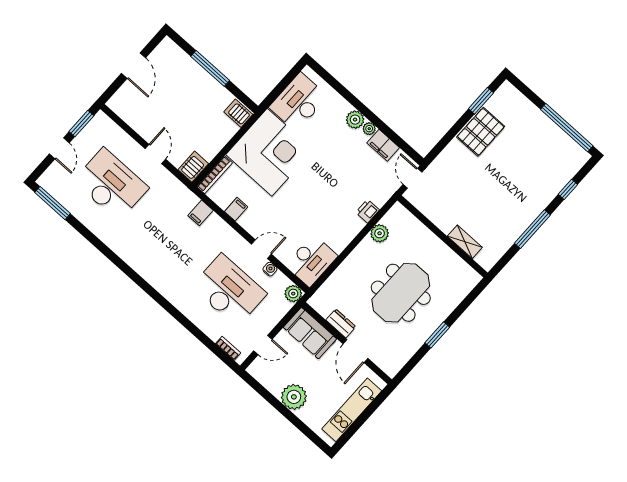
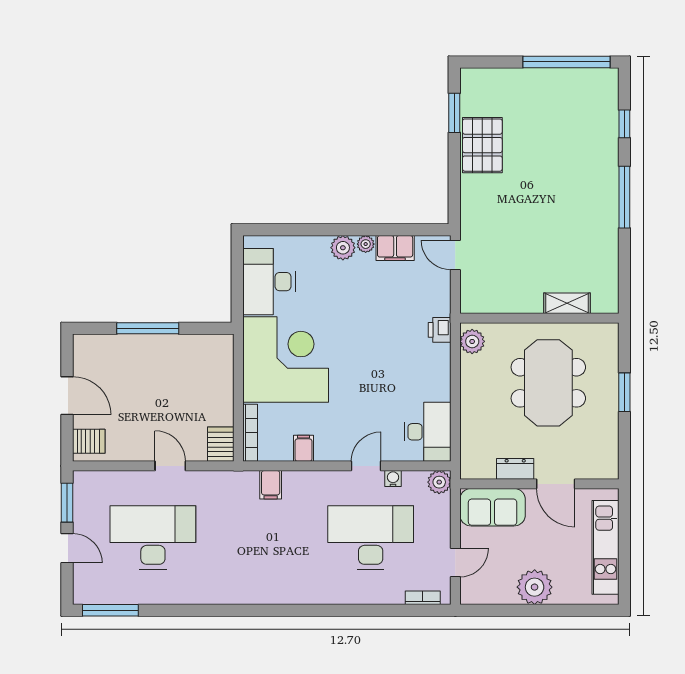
server rack: (238, 113) -> (89, 441), moved, turned 180
wall: (443, 236) -> (539, 318), moved
shelving: (465, 242) -> (567, 303), moved

